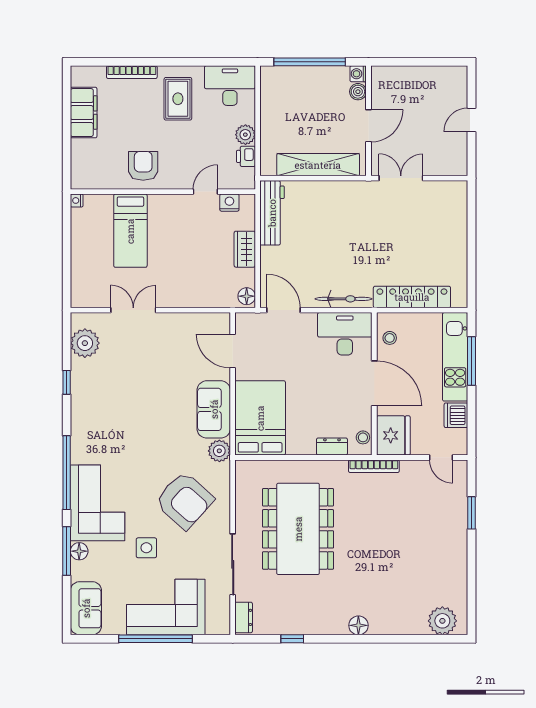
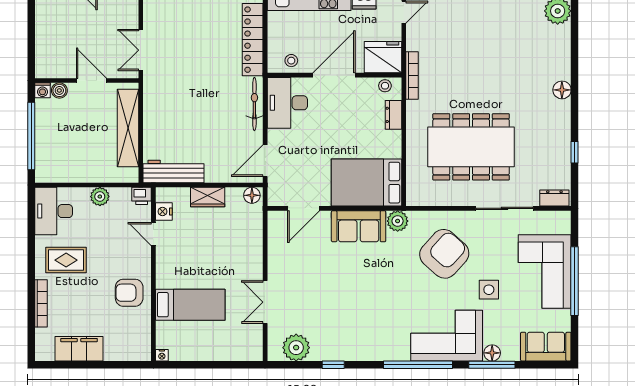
printer: (246, 156) -> (142, 196), moved

